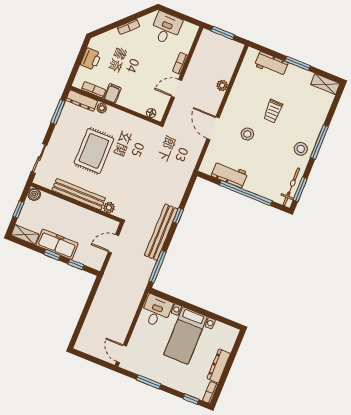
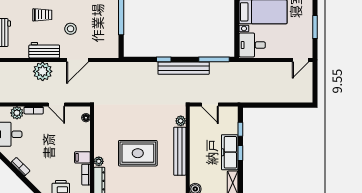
plant: (184, 45) -> (17, 113), added
plant: (222, 86) -> (43, 71), width x1.88, depth x1.88
workbench: (229, 174) -> (44, 50), moved, turned 90

